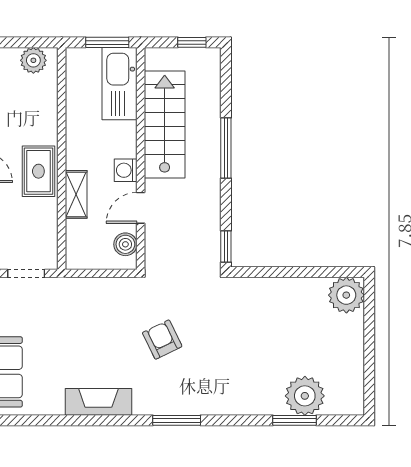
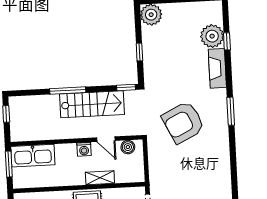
stairs: (165, 124) -> (92, 104), moved, turned 180
window: (284, 272) -> (139, 52), added
armchair: (162, 340) -> (183, 122), width x1.88, depth x1.88
fireplace: (98, 402) -> (217, 68), moved
window: (295, 420) -> (227, 41), width x0.67

